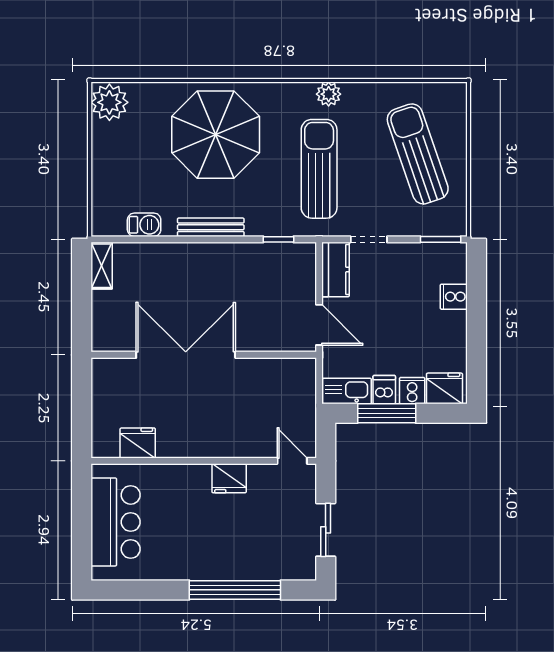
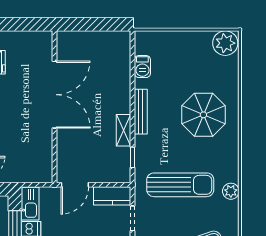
parasol: (216, 135) -> (203, 115), width x0.73, depth x0.73
shelving: (102, 266) -> (124, 130), moved, turned 90

